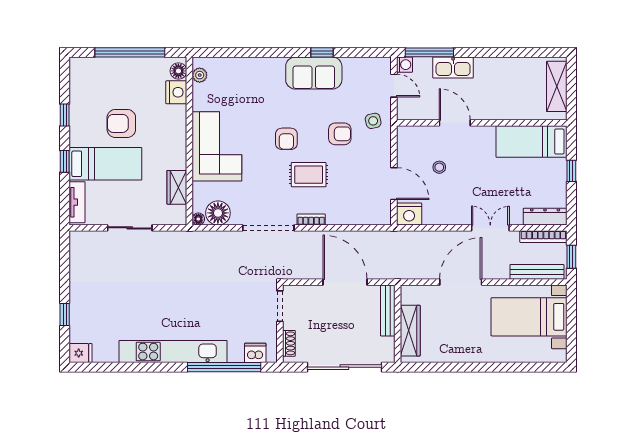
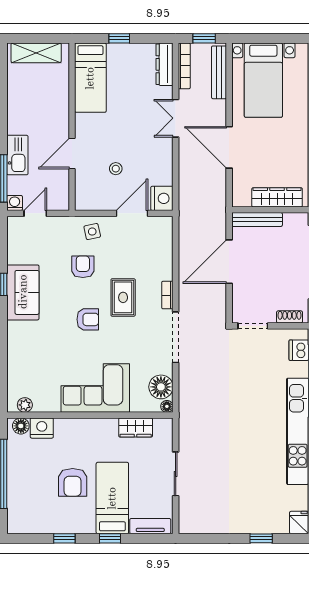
side table: (373, 121) -> (92, 232), moved

